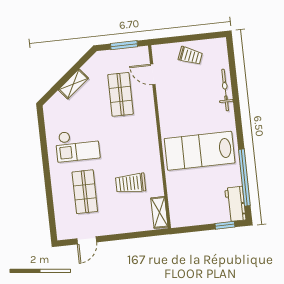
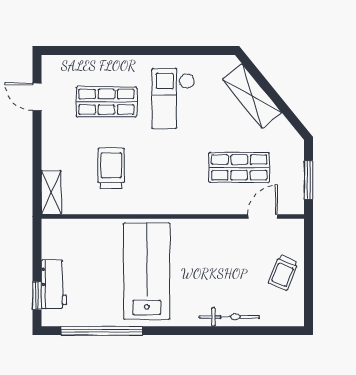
shelving: (73, 84) -> (252, 96), width x1.50, depth x1.33
workbench: (235, 204) -> (54, 284), moved, turned 90
shelving: (159, 212) -> (51, 192), moved, turned 90

